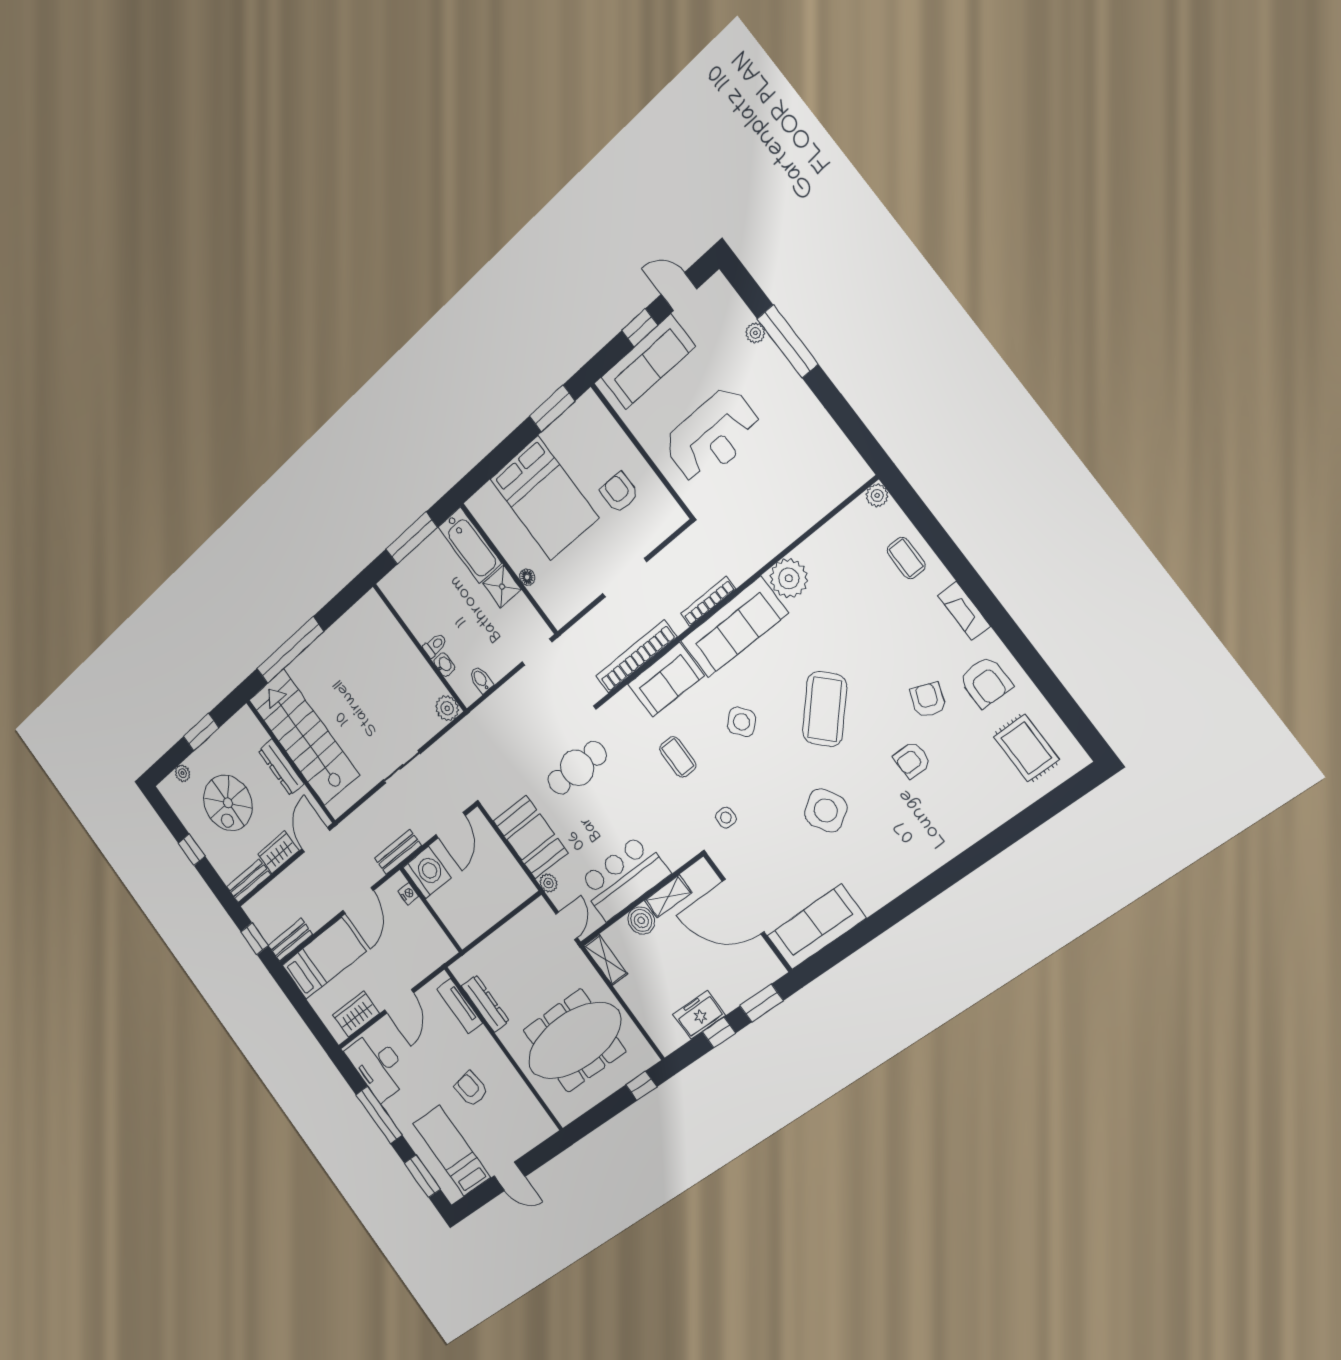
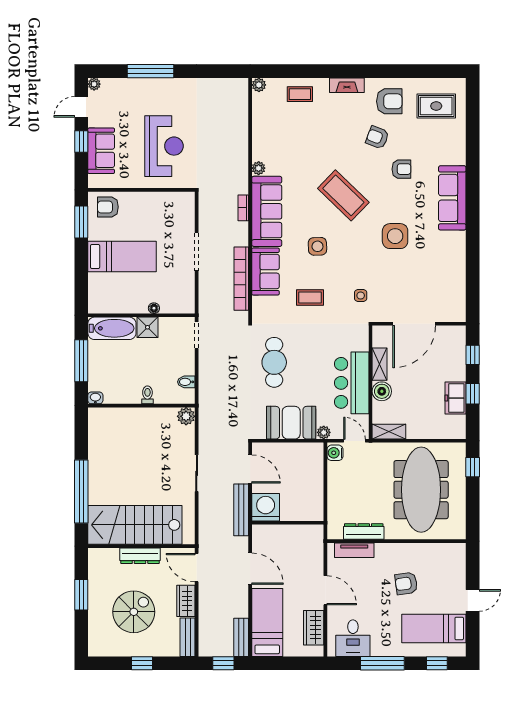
plant: (755, 333) -> (94, 84), moved
sofa: (648, 362) -> (101, 151), width x0.73
armchair: (619, 492) -> (108, 207), moved
bed: (544, 498) -> (122, 257), width x0.67
plant: (789, 578) -> (259, 168), width x0.53, depth x0.53
bookcase: (708, 601) -> (243, 208), width x0.64
washbasin: (444, 665) -> (95, 398), moved
side table: (742, 722) -> (317, 246), turned 38
armchair: (912, 760) -> (401, 169), turned -90
plant: (183, 773) -> (94, 630), removed
spiral stairs: (228, 803) -> (134, 612), turned -90
side table: (826, 810) -> (395, 236), turned 32
bench: (398, 852) -> (241, 510), width x1.36
nightstand: (408, 894) -> (269, 530), removed
water cooler: (538, 912) -> (335, 453), added
sofa: (816, 927) -> (452, 198), moved
window: (762, 1003) -> (473, 355), width x0.67
desk: (378, 1065) -> (353, 638), width x0.73
window: (422, 1176) -> (437, 663), width x0.67

